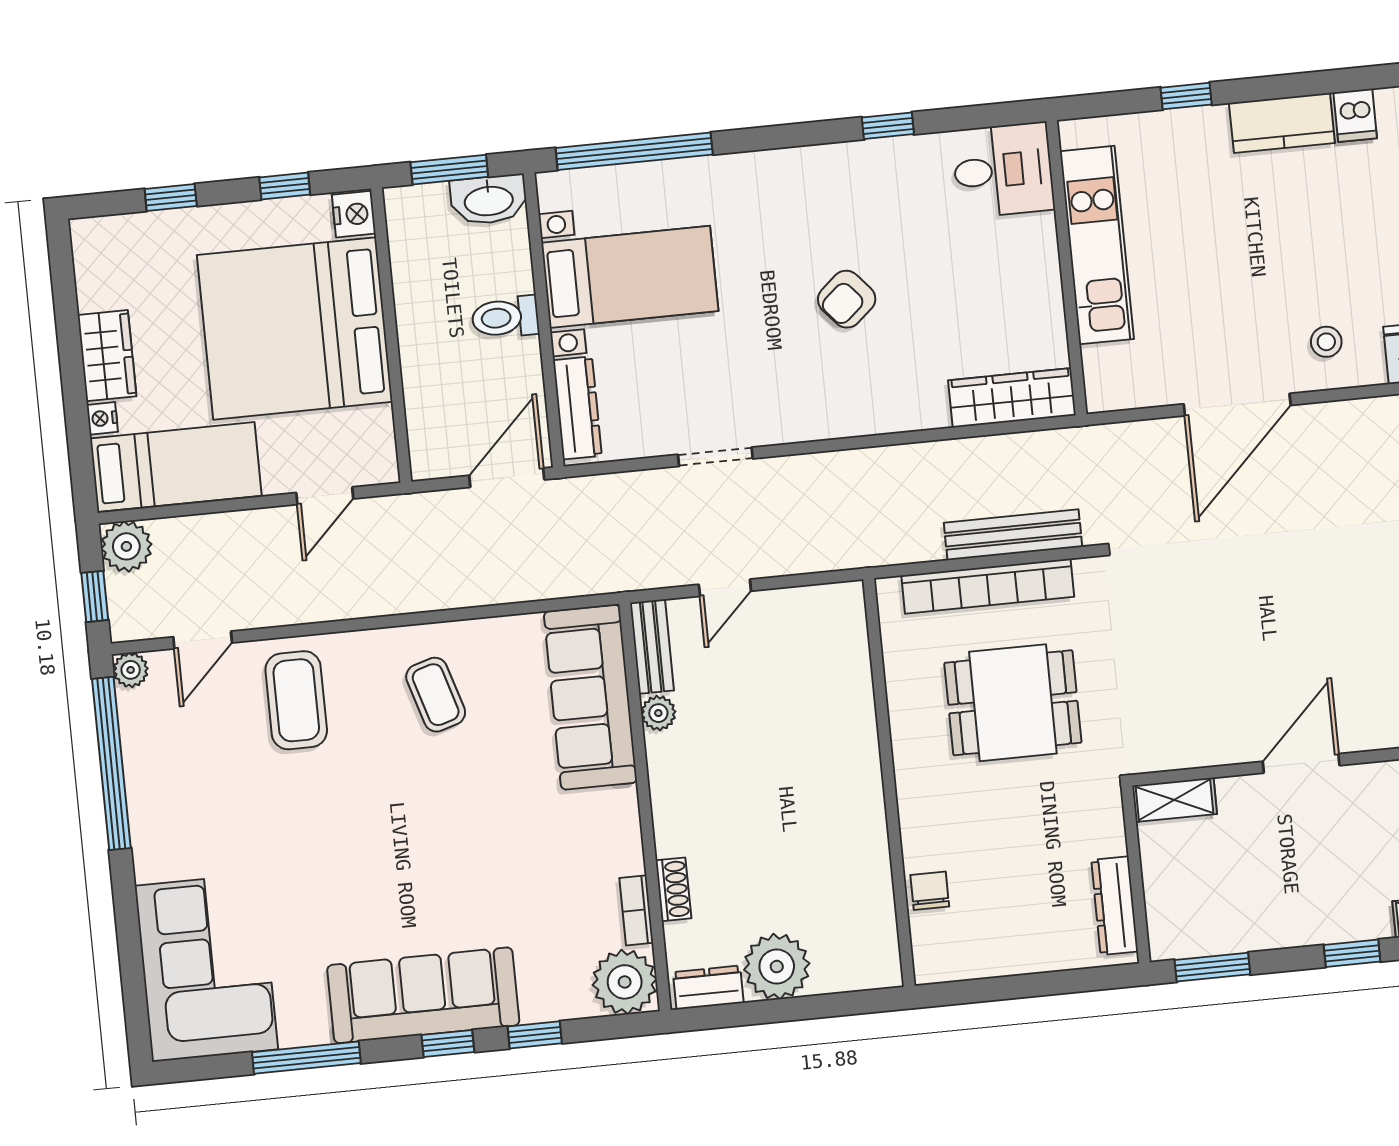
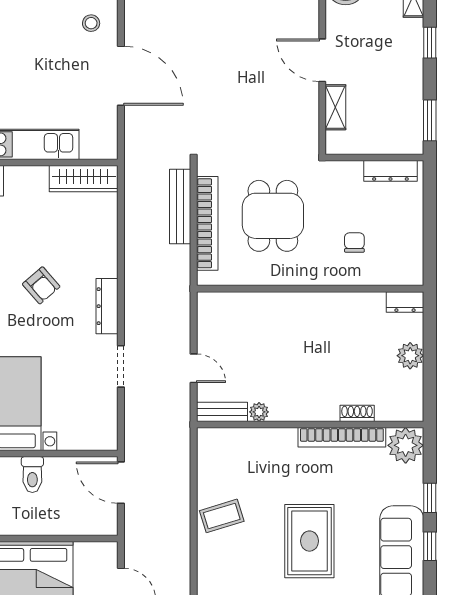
wardrobe: (1012, 398) -> (84, 179), moved, turned -90
dresser: (577, 408) -> (107, 306), moved, turned -90
coffee table: (436, 695) -> (222, 516), moved
sofa: (590, 697) -> (247, 448), removed
shelving: (1175, 800) -> (335, 107), moved
rug: (436, 827) -> (309, 541), added
chair: (930, 891) -> (354, 243), moved, turned 90
bookcase: (636, 910) -> (342, 437), width x2.31, depth x1.31
plant: (777, 967) -> (410, 356), width x0.73, depth x0.73
dresser: (708, 987) -> (405, 302), moved, turned -90

